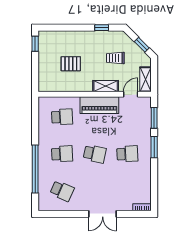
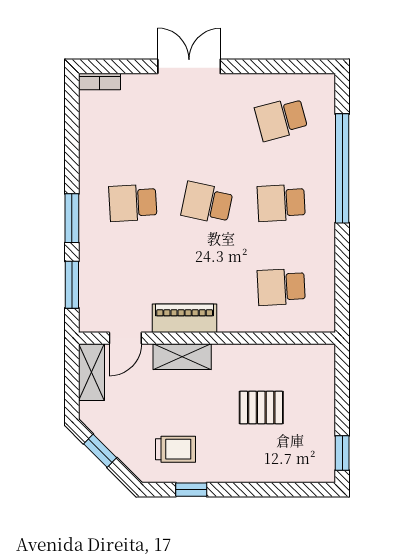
trolley: (115, 58) -> (176, 449), moved
piano: (99, 105) -> (185, 318), width x0.73, depth x0.75
school desk: (62, 191) -> (281, 119), turned -39

